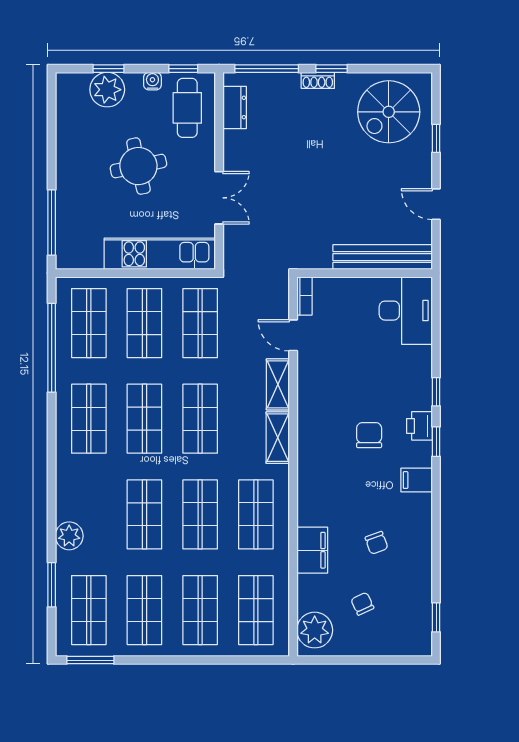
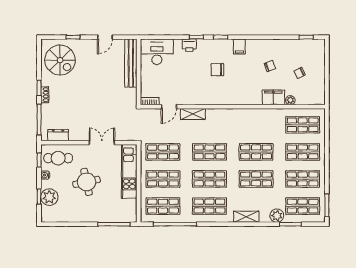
printer: (419, 426) -> (189, 45), moved
shelving: (278, 438) -> (246, 217), moved
shop shelf: (256, 514) -> (256, 125), removed
plant: (69, 536) -> (277, 216), moved
plant: (315, 630) -> (290, 100), moved, width x0.53, depth x0.53

